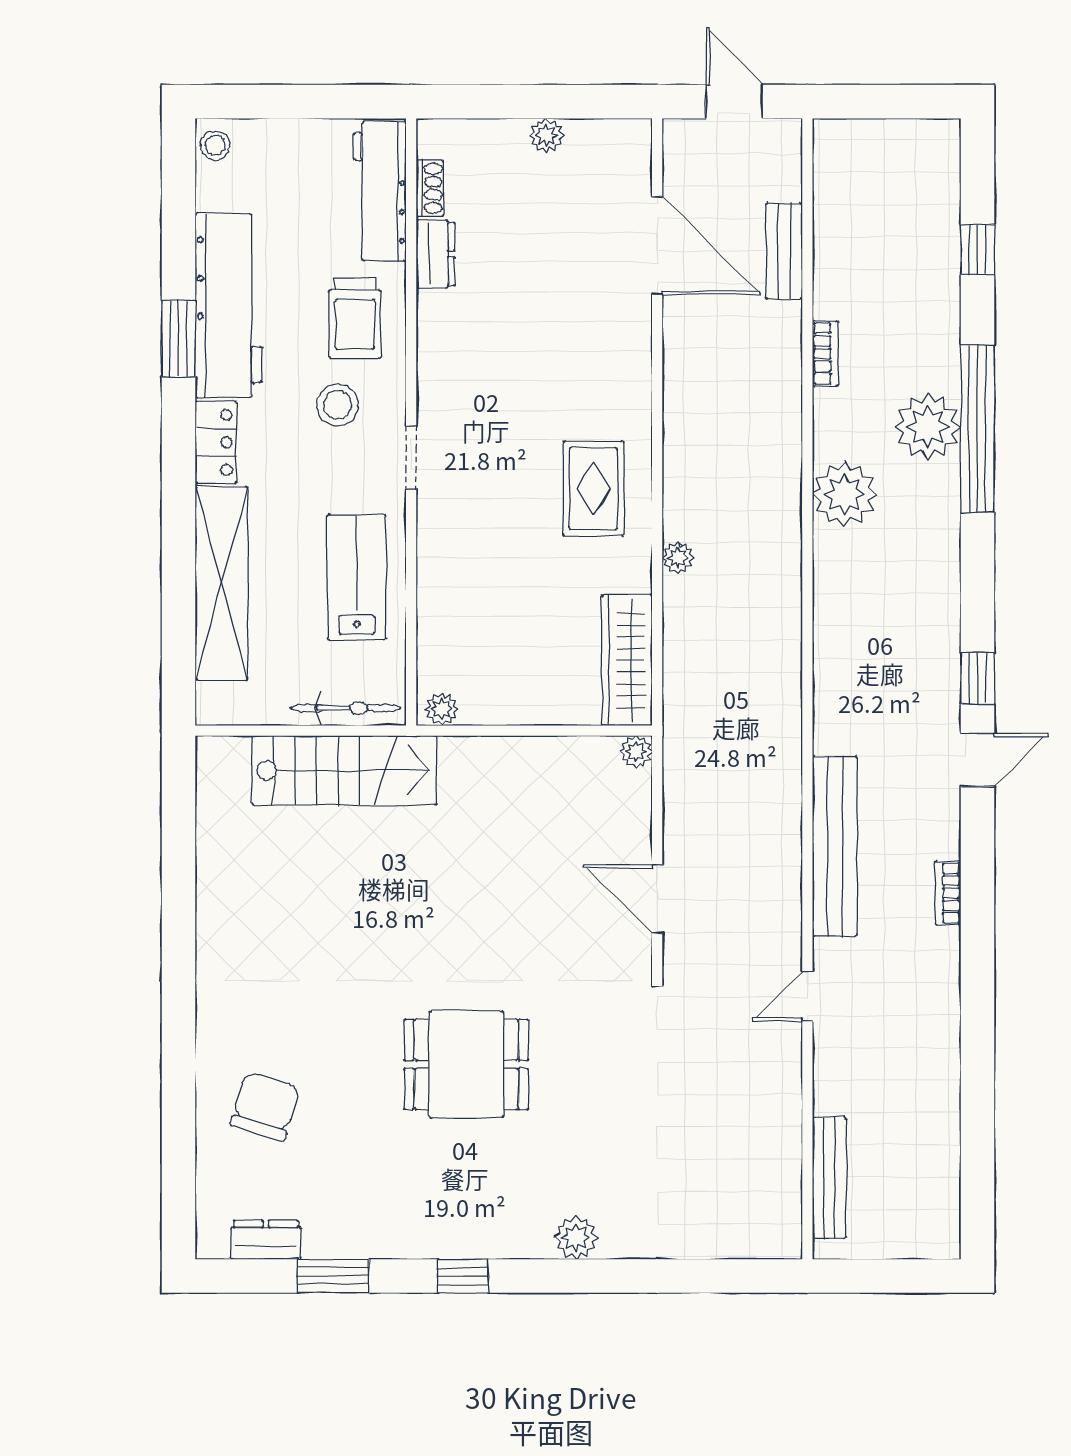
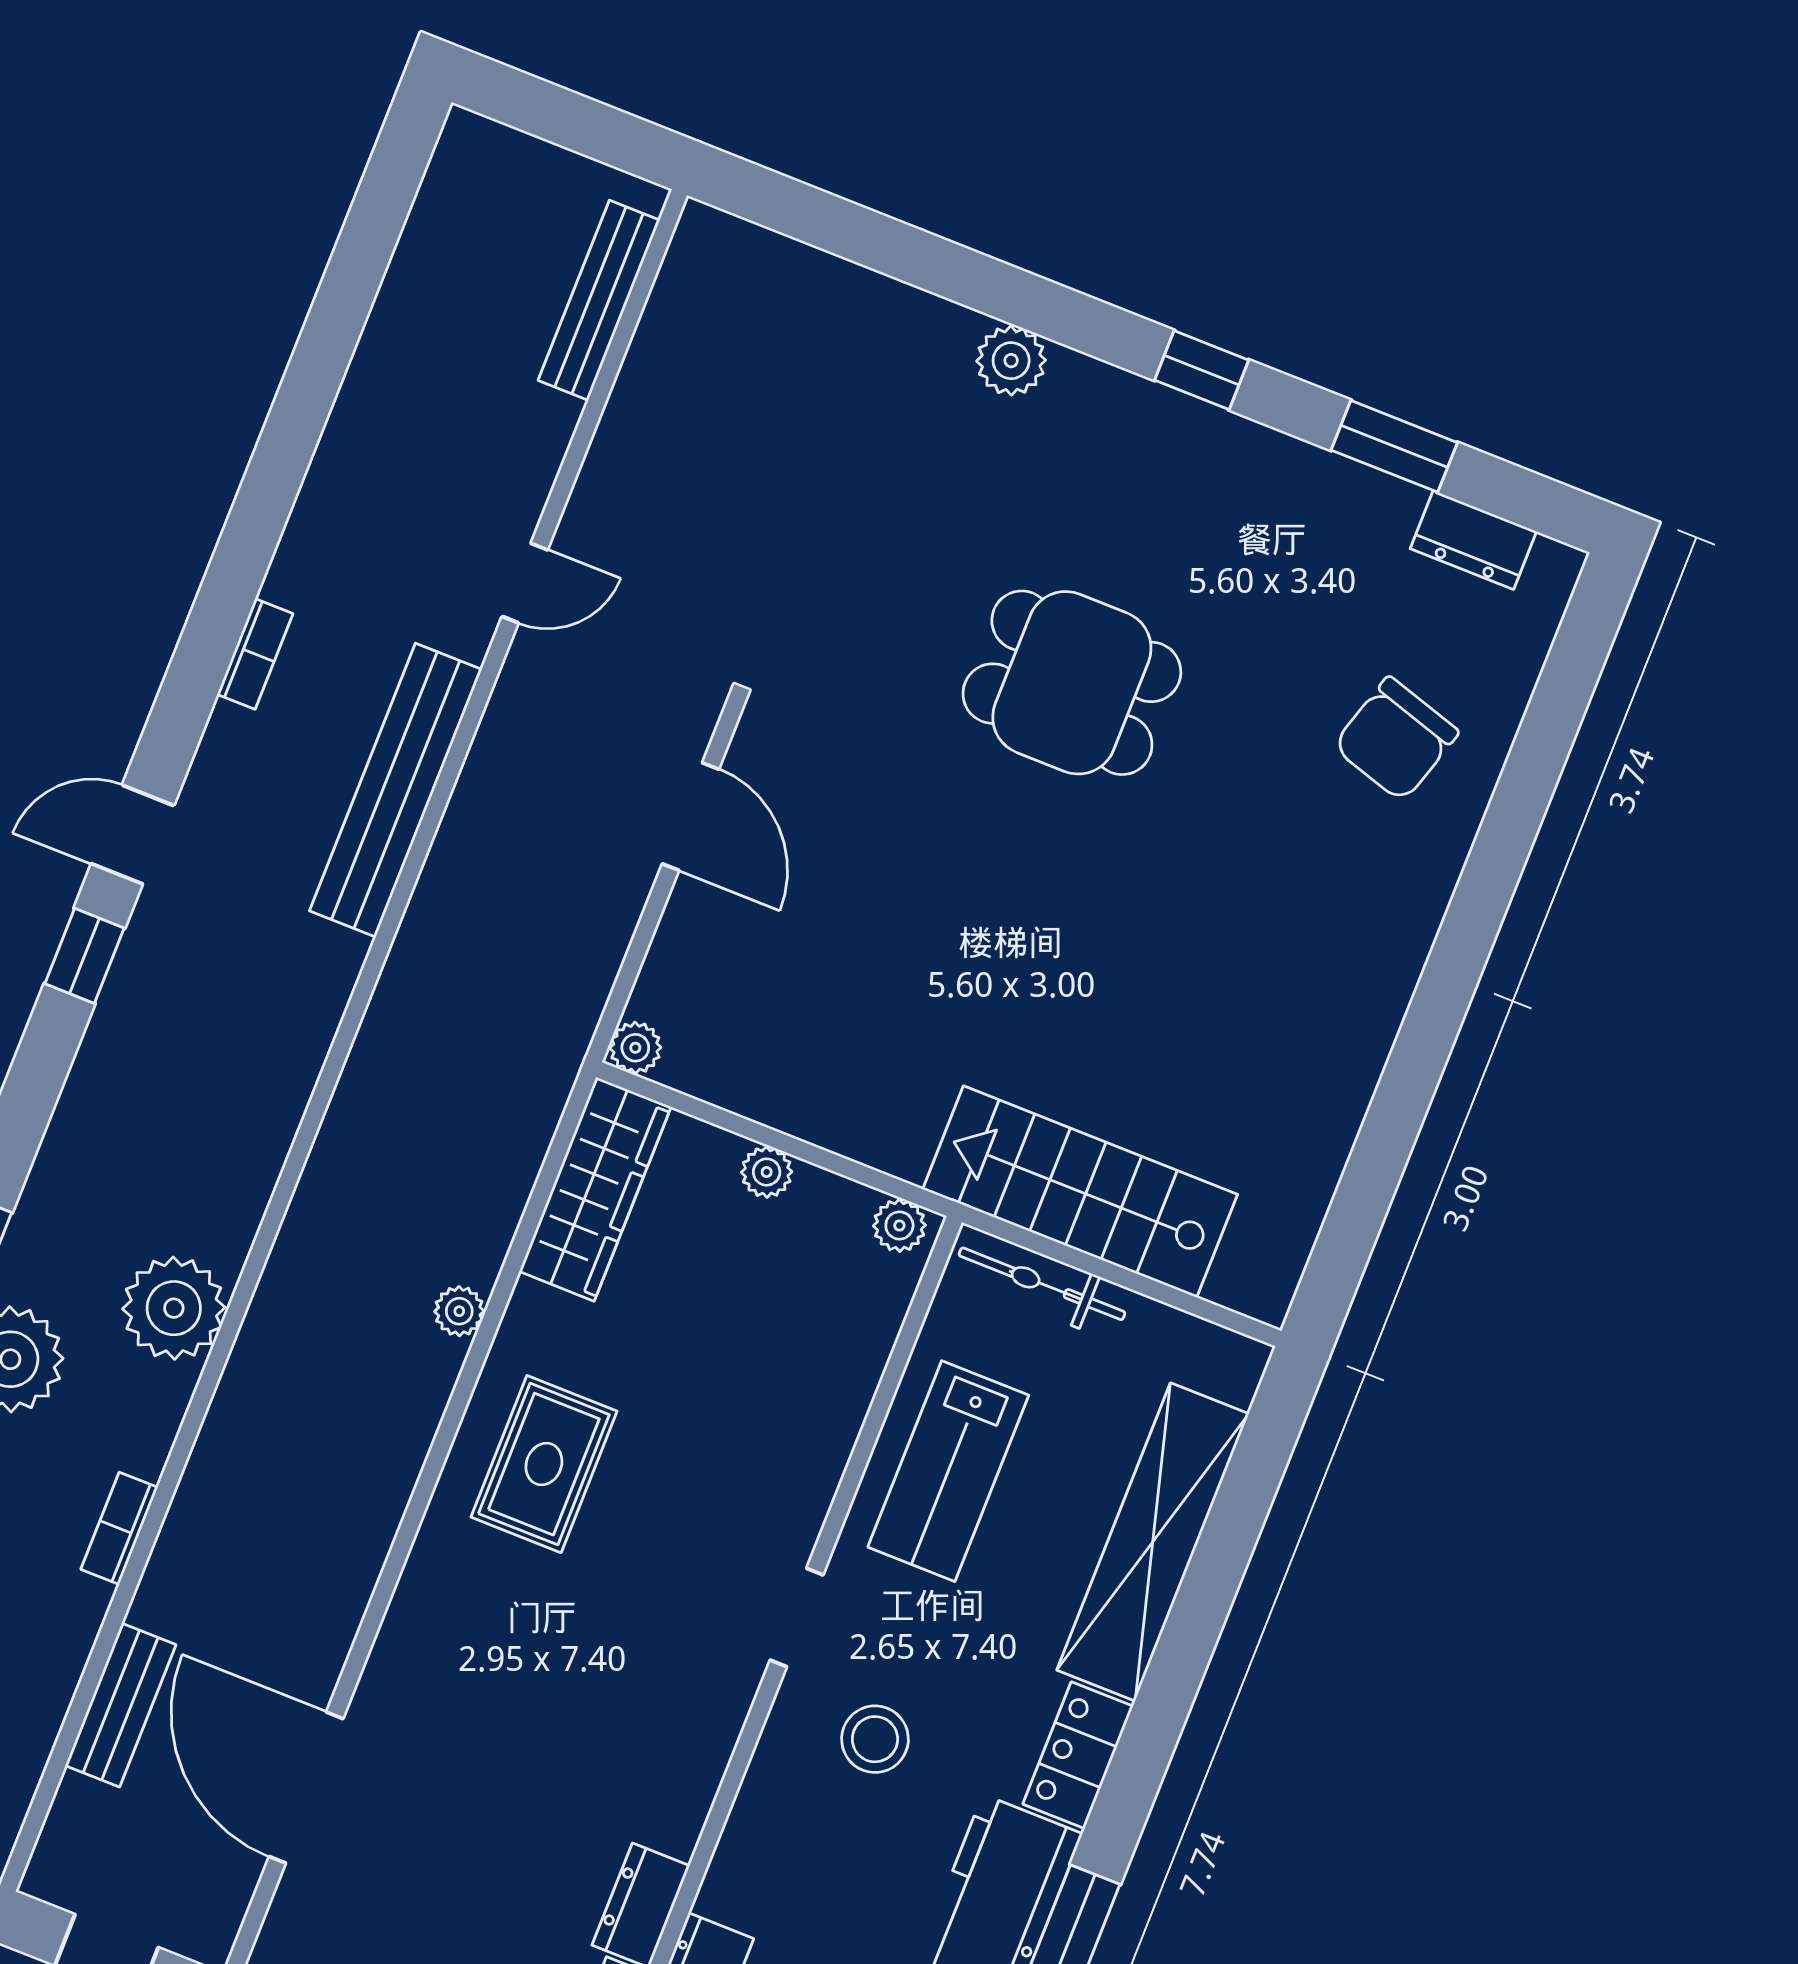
trolley: (355, 319) -> (799, 1857), removed
plant: (531, 710) -> (767, 1172), added

